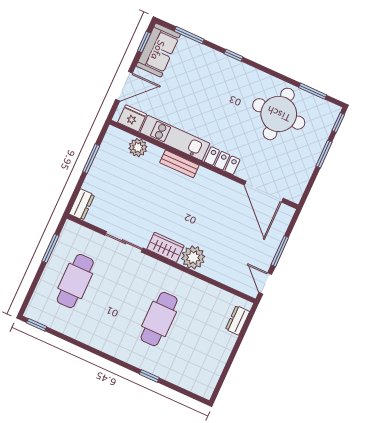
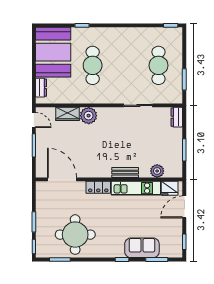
sofa: (158, 50) -> (142, 248), moved, turned 90
wardrobe: (165, 247) -> (67, 114), moved
booth: (202, 358) -> (53, 52), added

